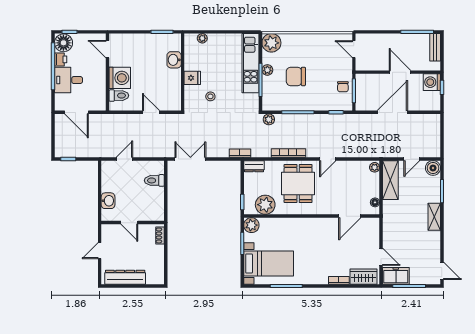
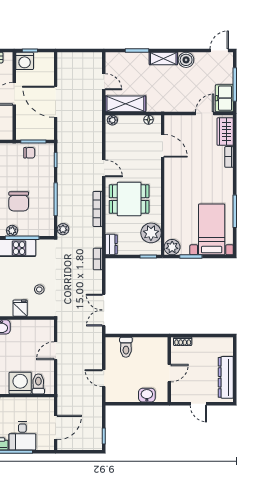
boiler: (433, 168) -> (186, 60), moved

